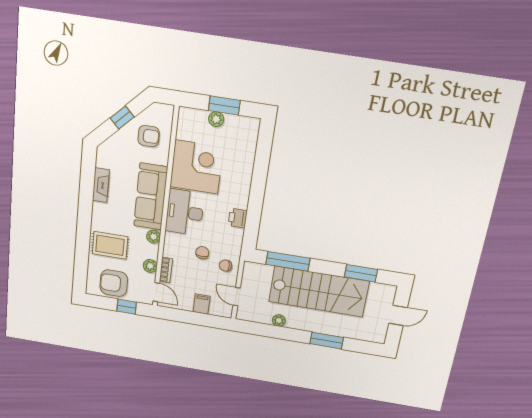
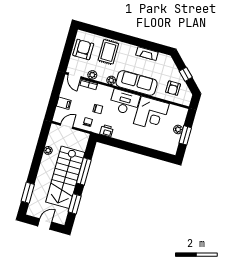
printer: (238, 218) -> (107, 131), moved
window: (288, 261) -> (84, 171), moved
door: (156, 292) -> (75, 76), hinge flipped
window: (127, 307) -> (66, 55), removed
door: (398, 315) -> (45, 224), swing flipped
window: (327, 341) -> (28, 193), moved

